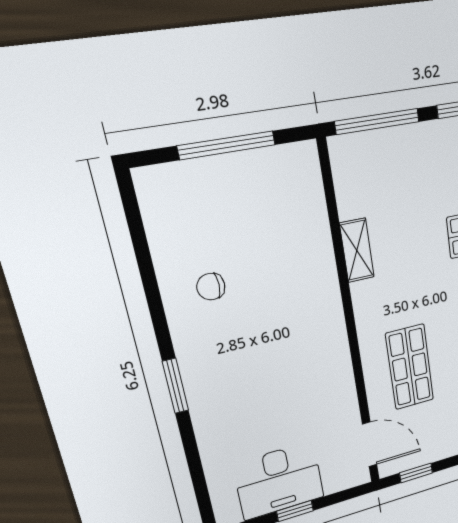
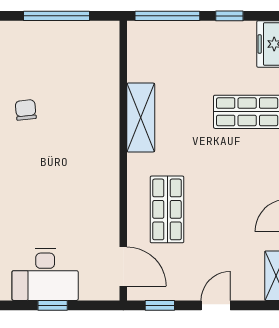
shelving: (357, 250) -> (141, 118), width x1.50, depth x1.33
chair: (211, 287) -> (26, 110), turned 84

